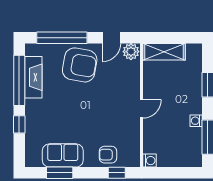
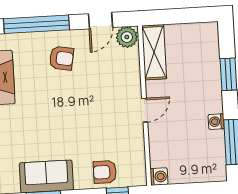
shelving: (164, 52) -> (154, 52), moved, turned 90
armchair: (80, 65) -> (61, 58), width x0.53, depth x0.53

